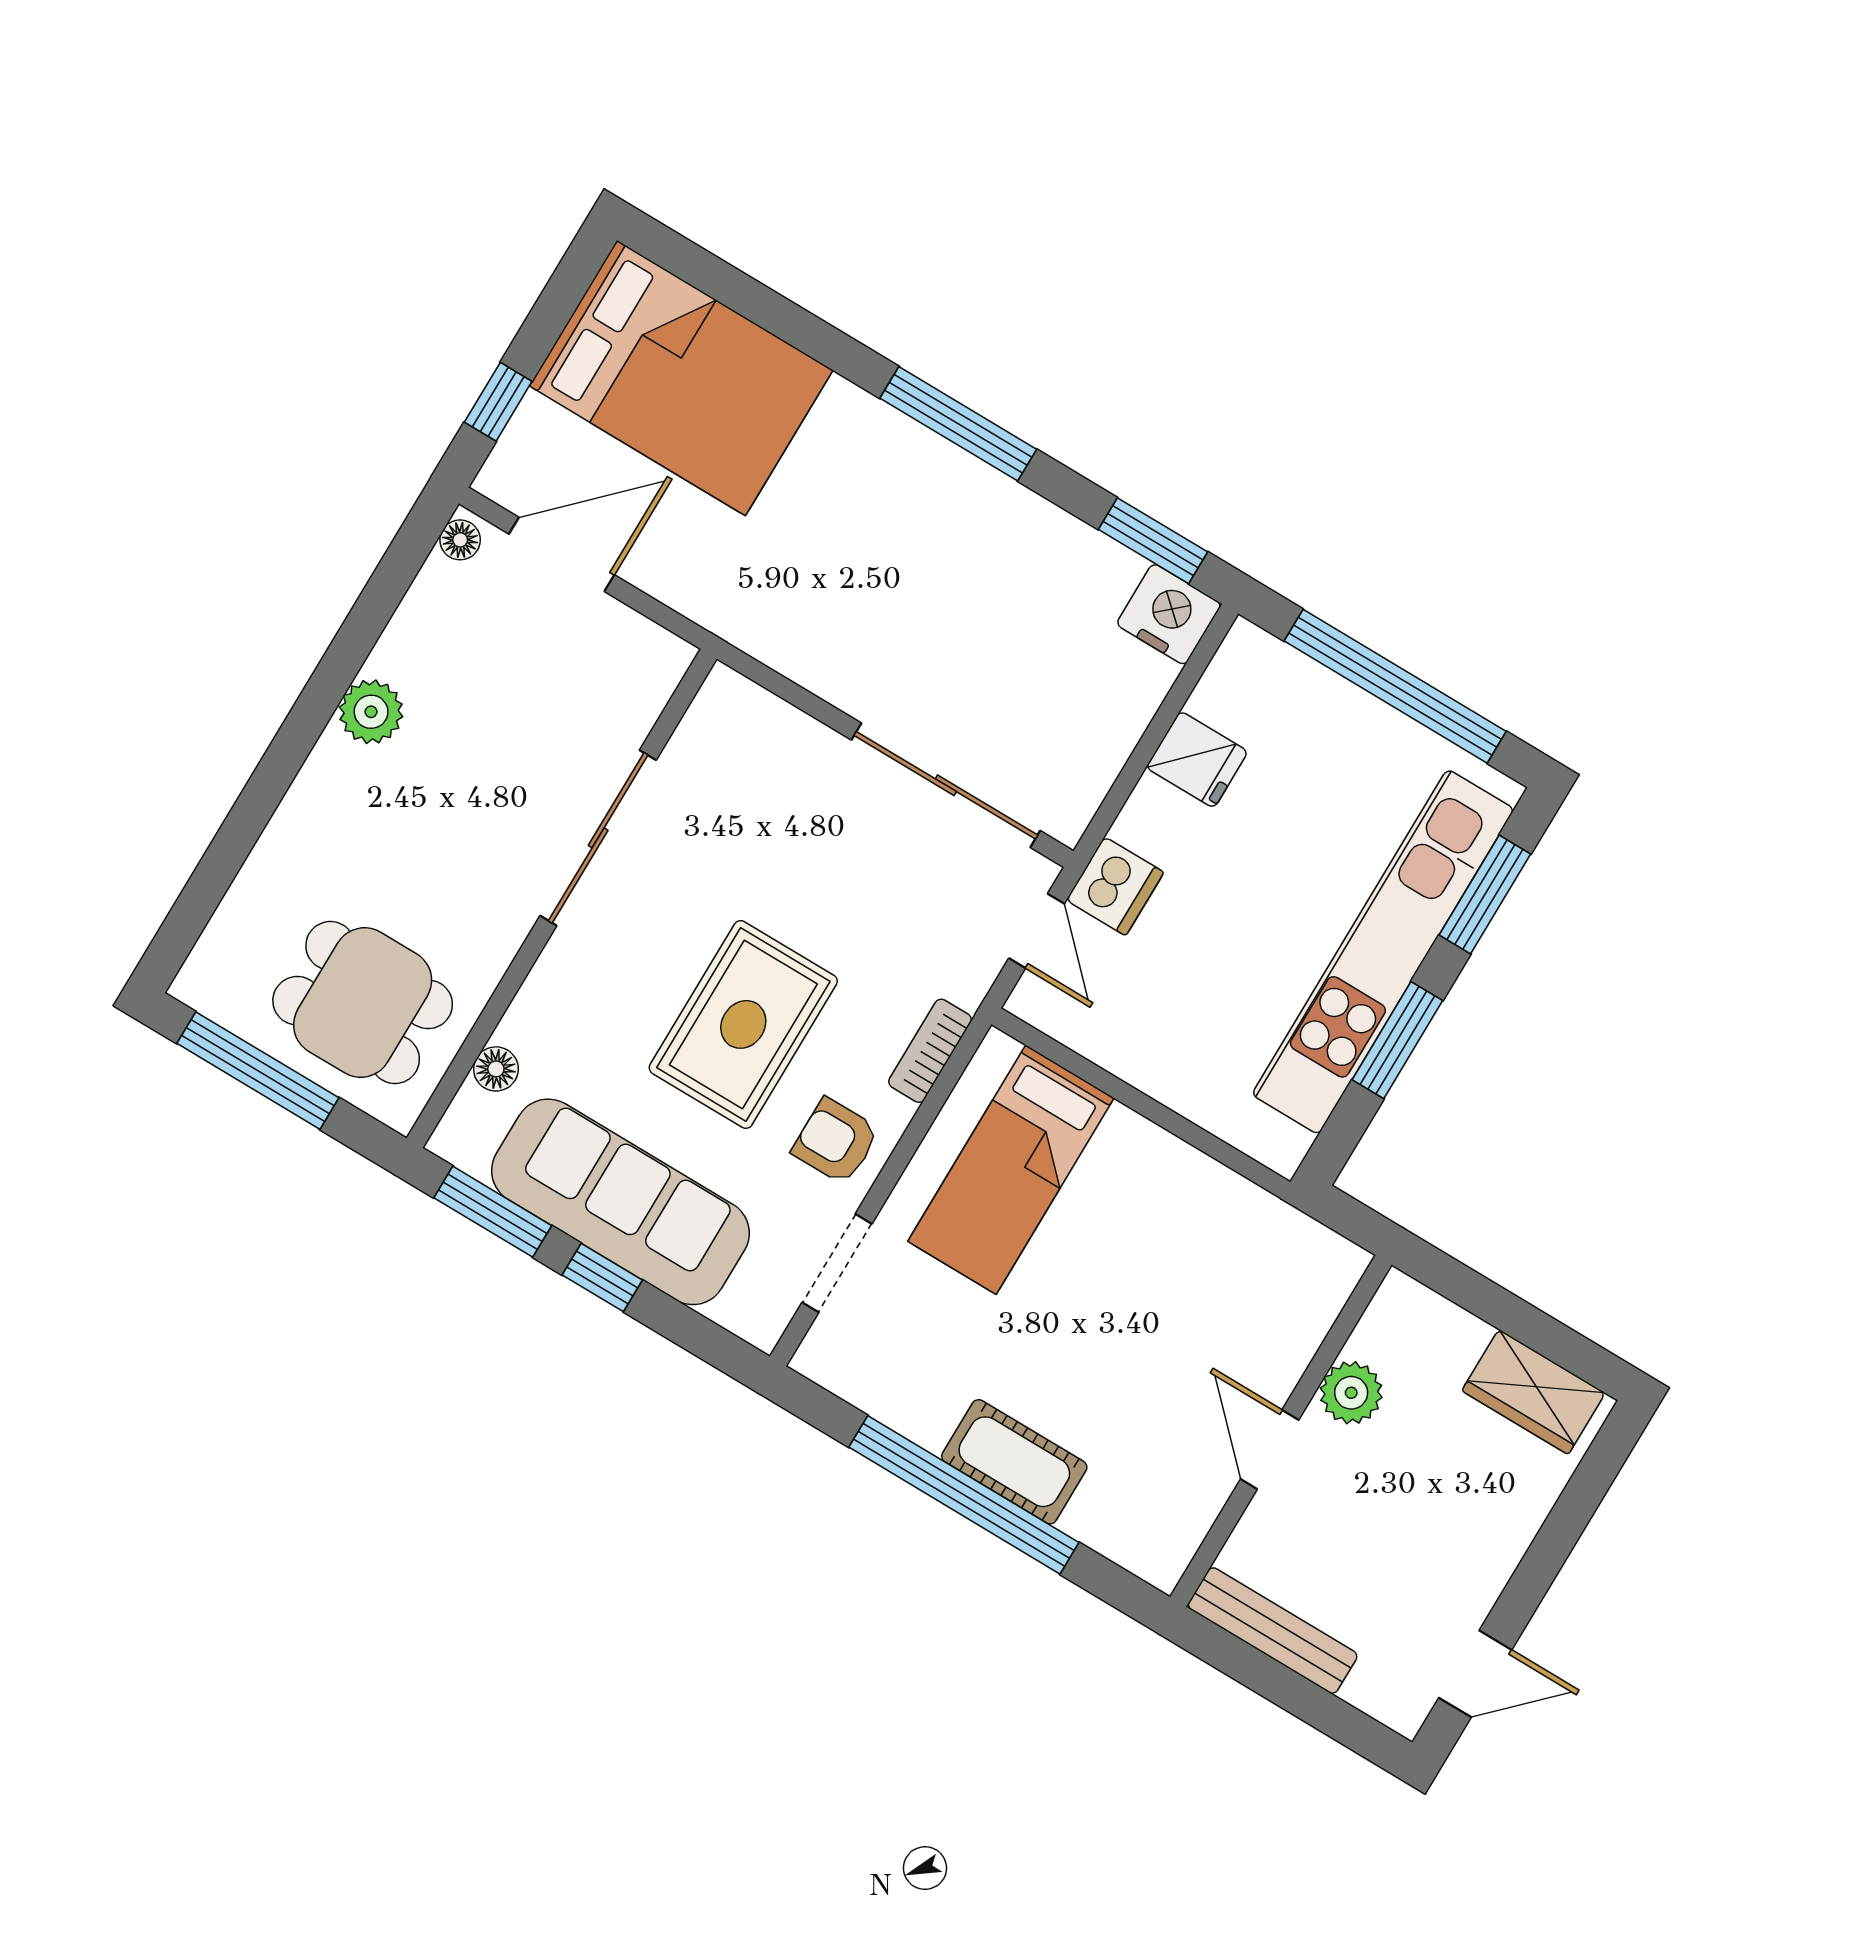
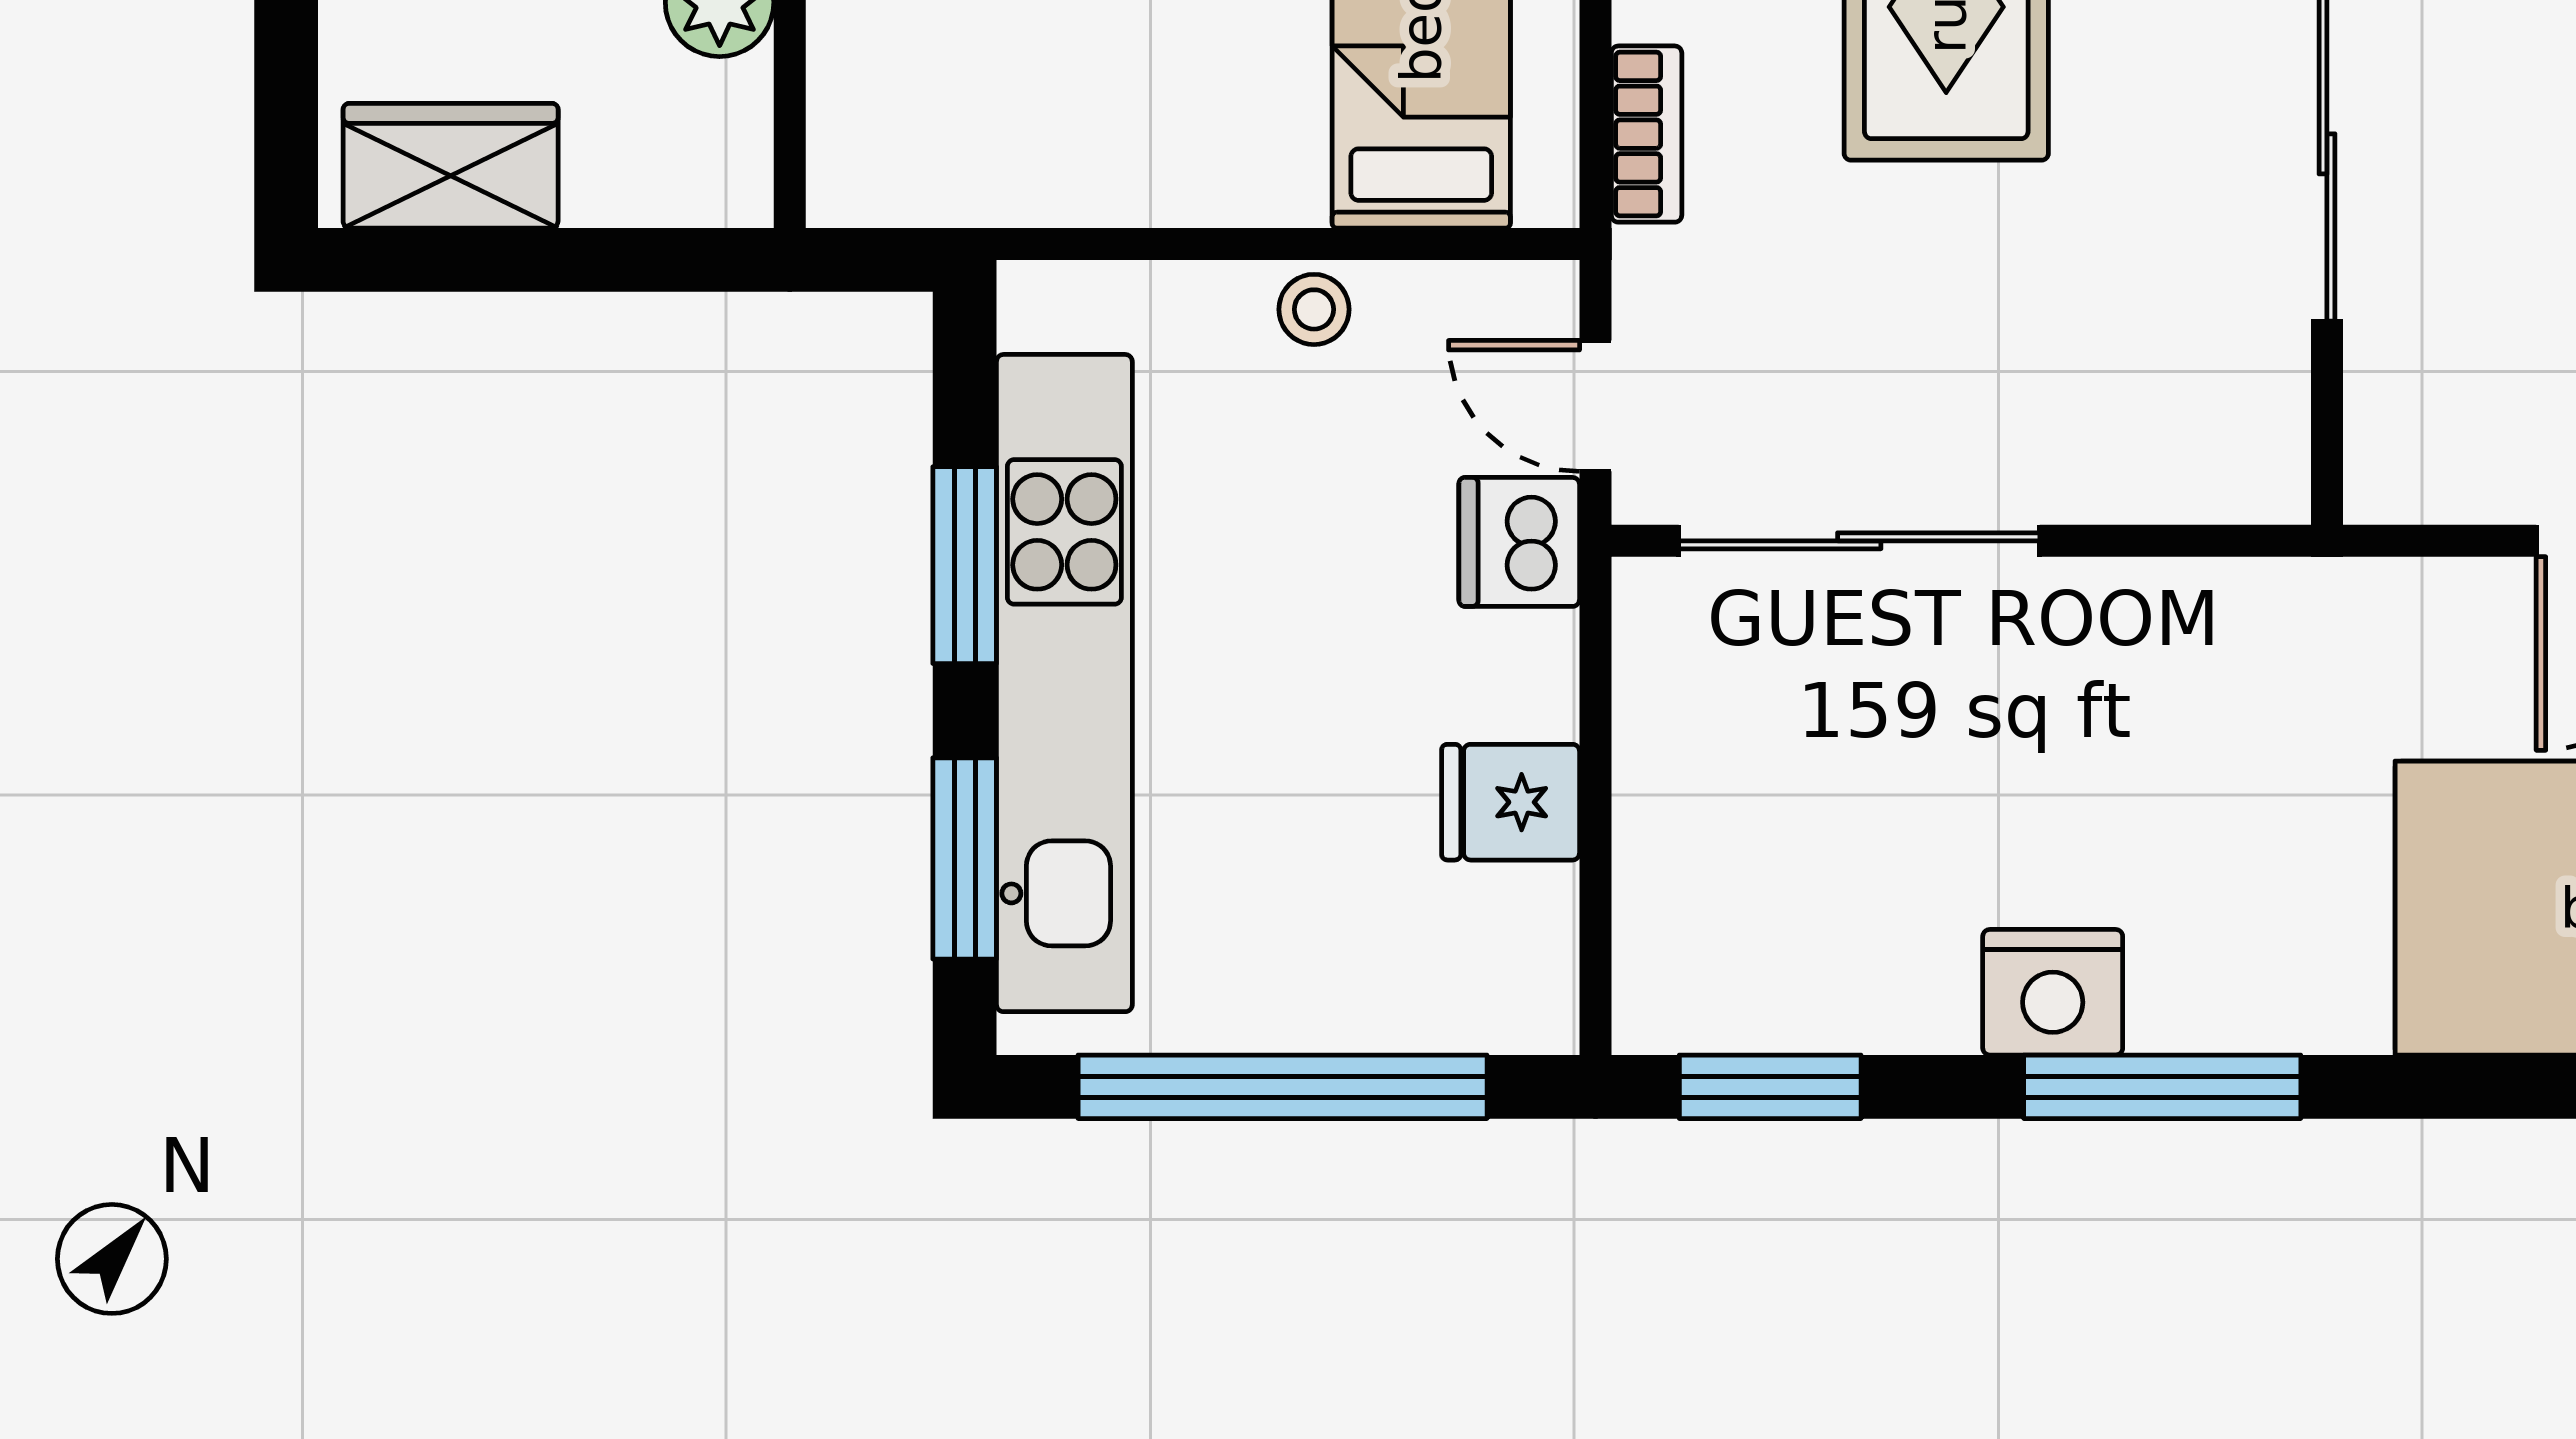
nightstand: (1169, 614) -> (2053, 992), moved
stool: (1148, 1063) -> (1314, 309), added

